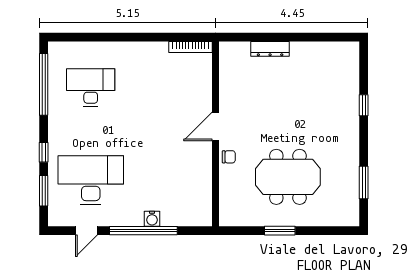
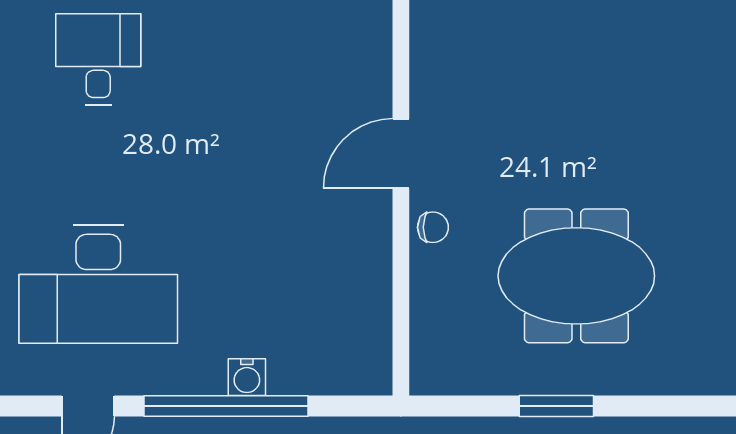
desk: (91, 88) -> (98, 59), width x0.73
desk: (91, 180) -> (98, 284), turned 180

